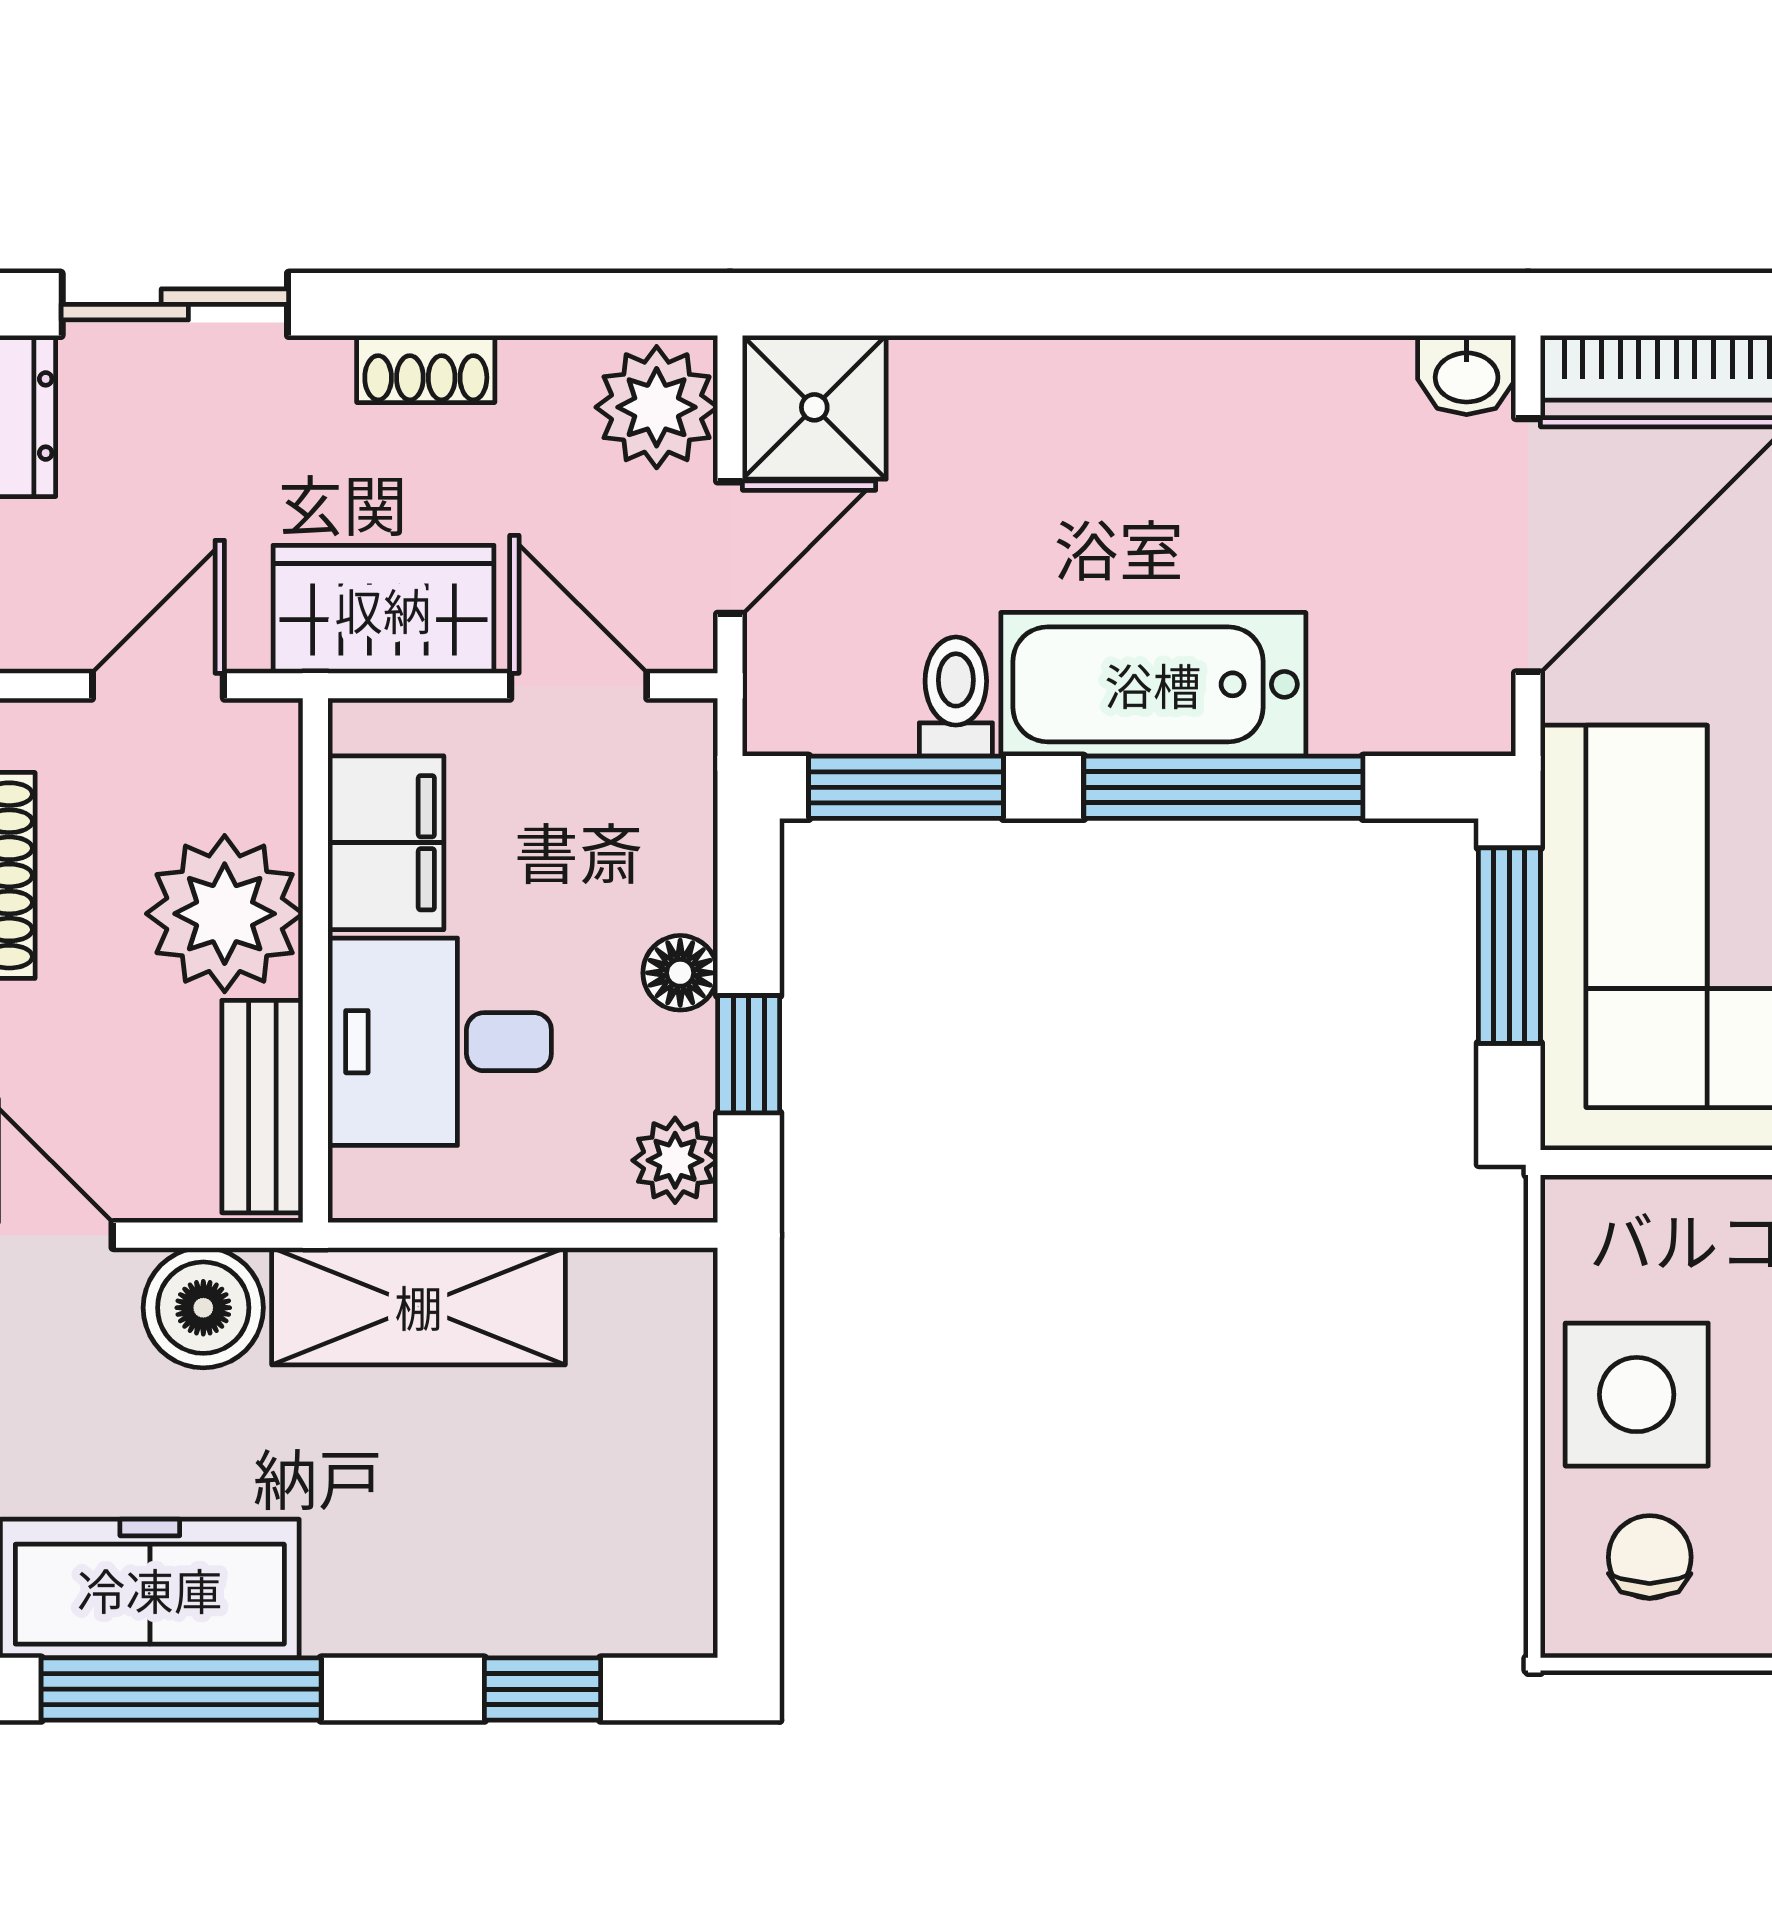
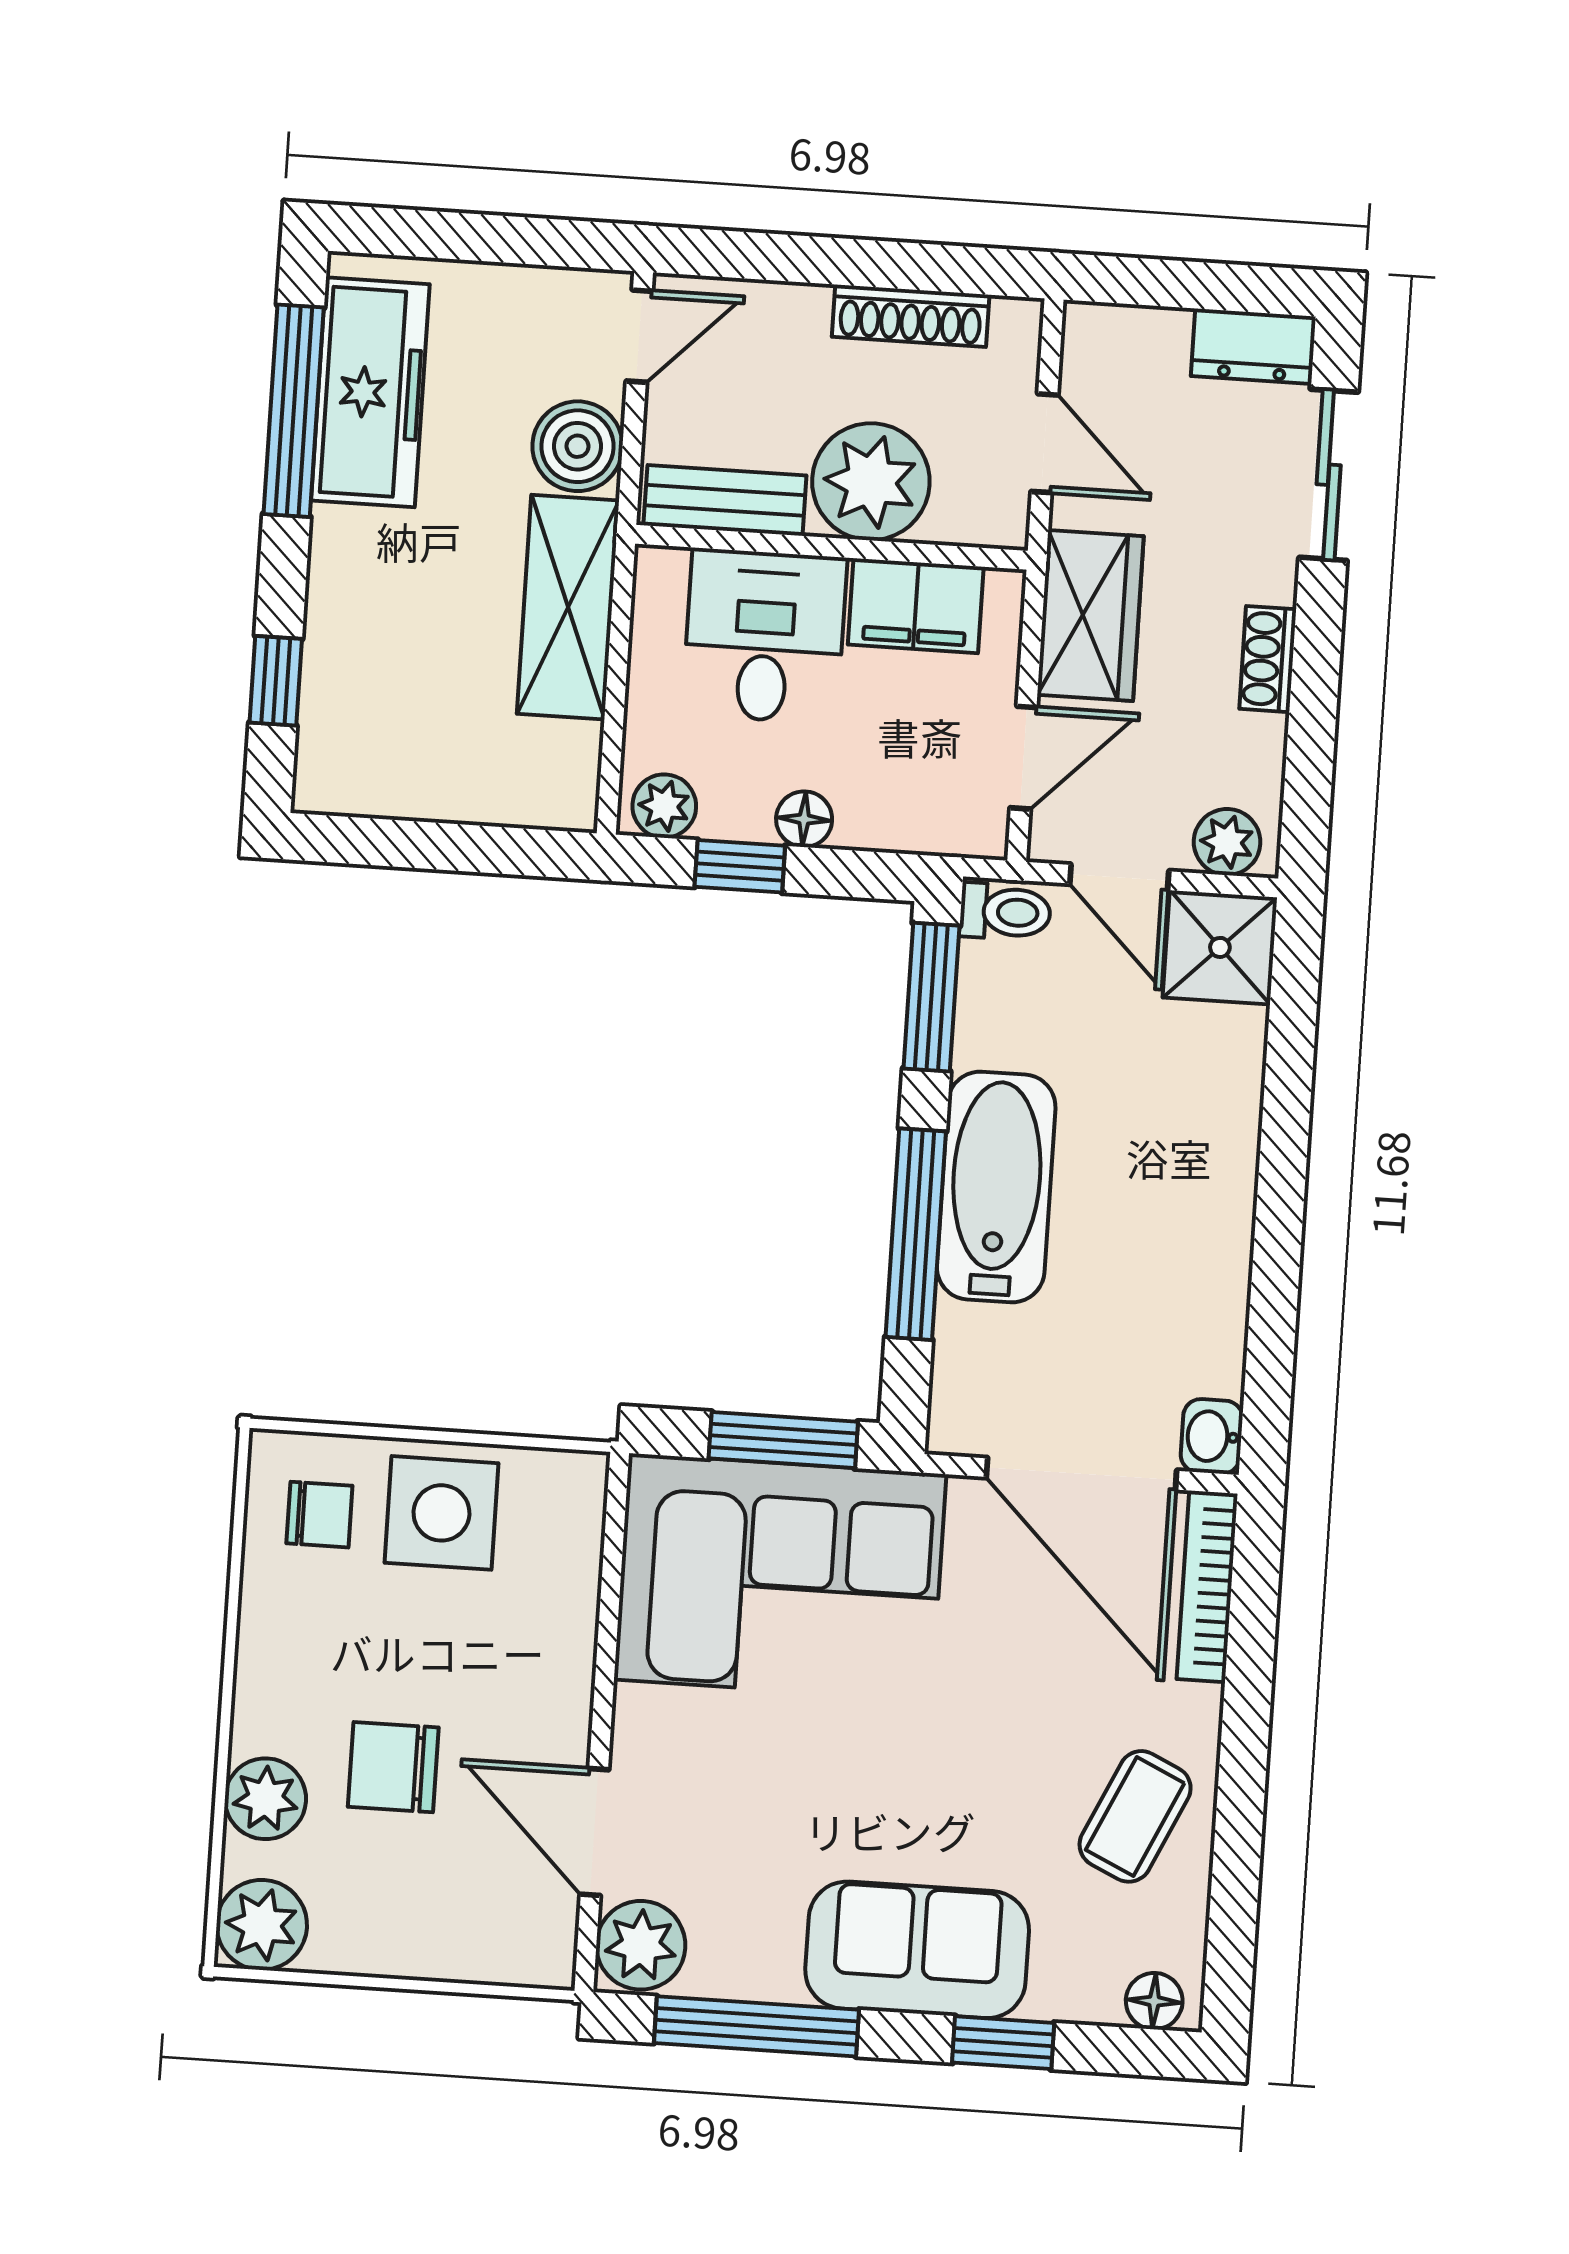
plant: (657, 407) -> (1227, 842), width x0.73, depth x0.73
toilet: (956, 697) -> (1005, 912), moved

